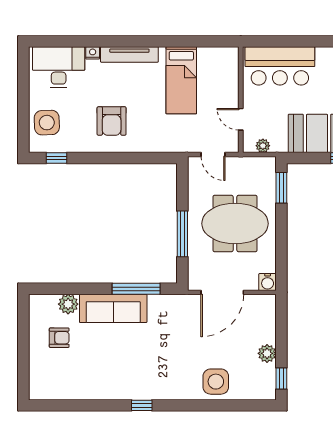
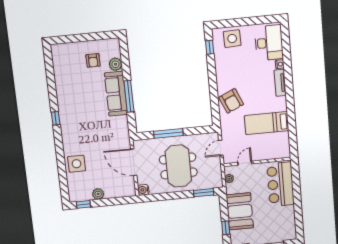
tv unit: (129, 54) -> (280, 83), width x0.71
armchair: (112, 121) -> (231, 101), moved, turned -114
window: (136, 289) -> (129, 96), moved

